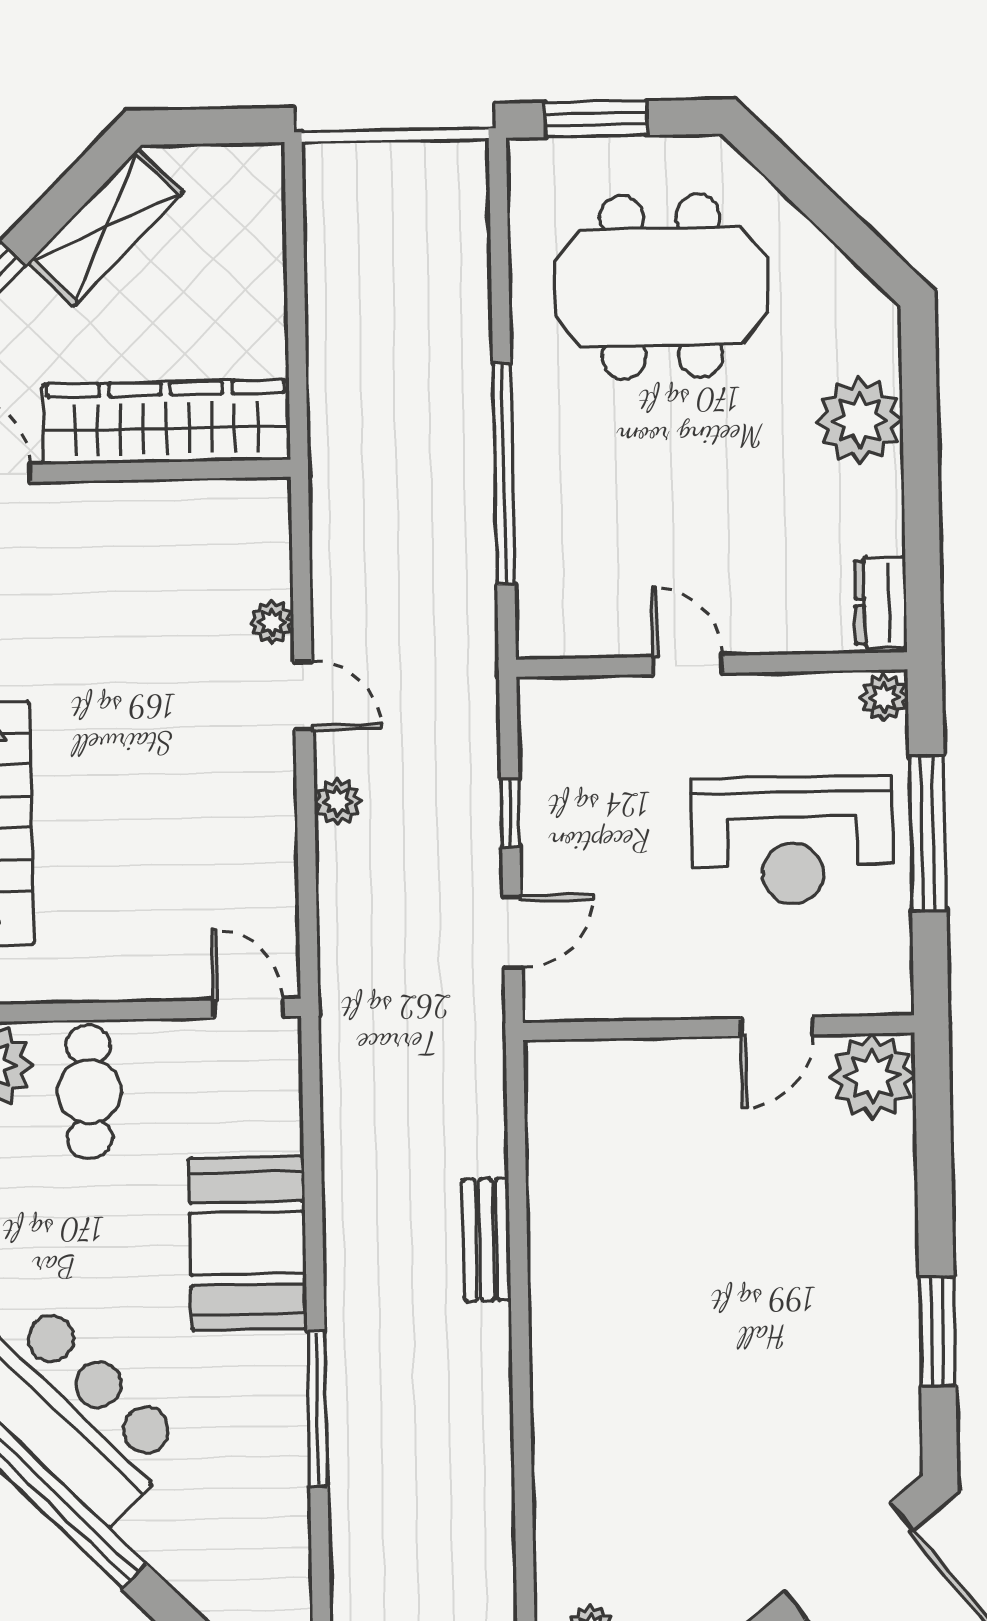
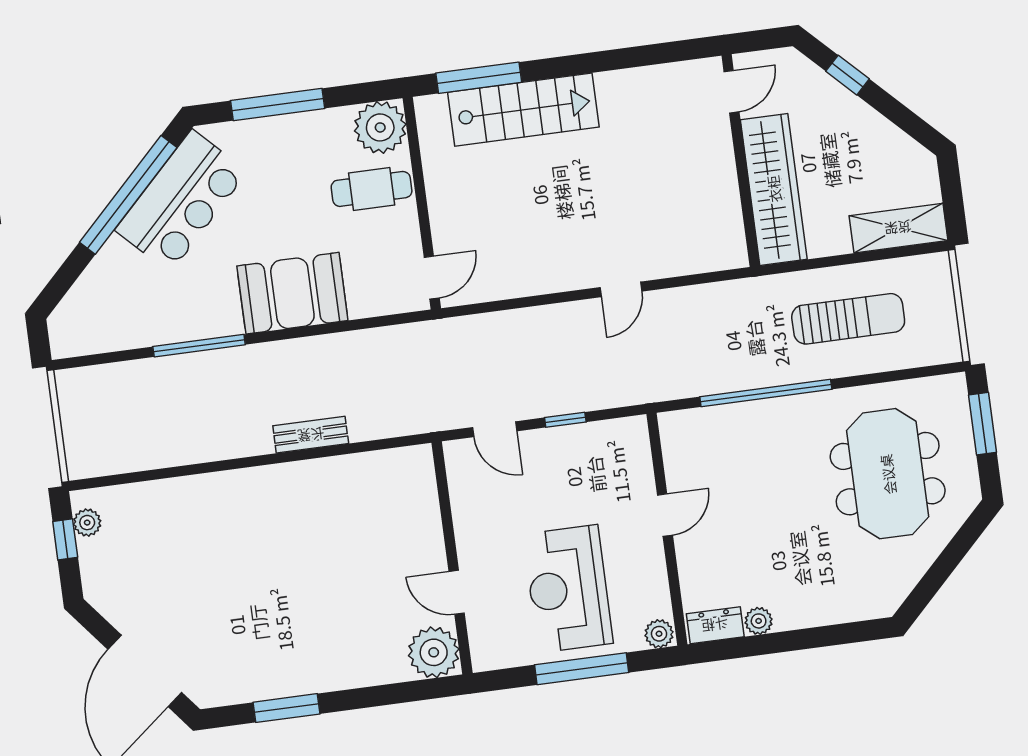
shelving: (106, 227) -> (898, 228), moved, turned -45
sun lounger: (396, 323) -> (848, 319), added
plant: (860, 420) -> (759, 621), moved, width x0.53, depth x0.53
plant: (272, 622) -> (662, 266), removed
plant: (337, 802) -> (560, 317), removed

